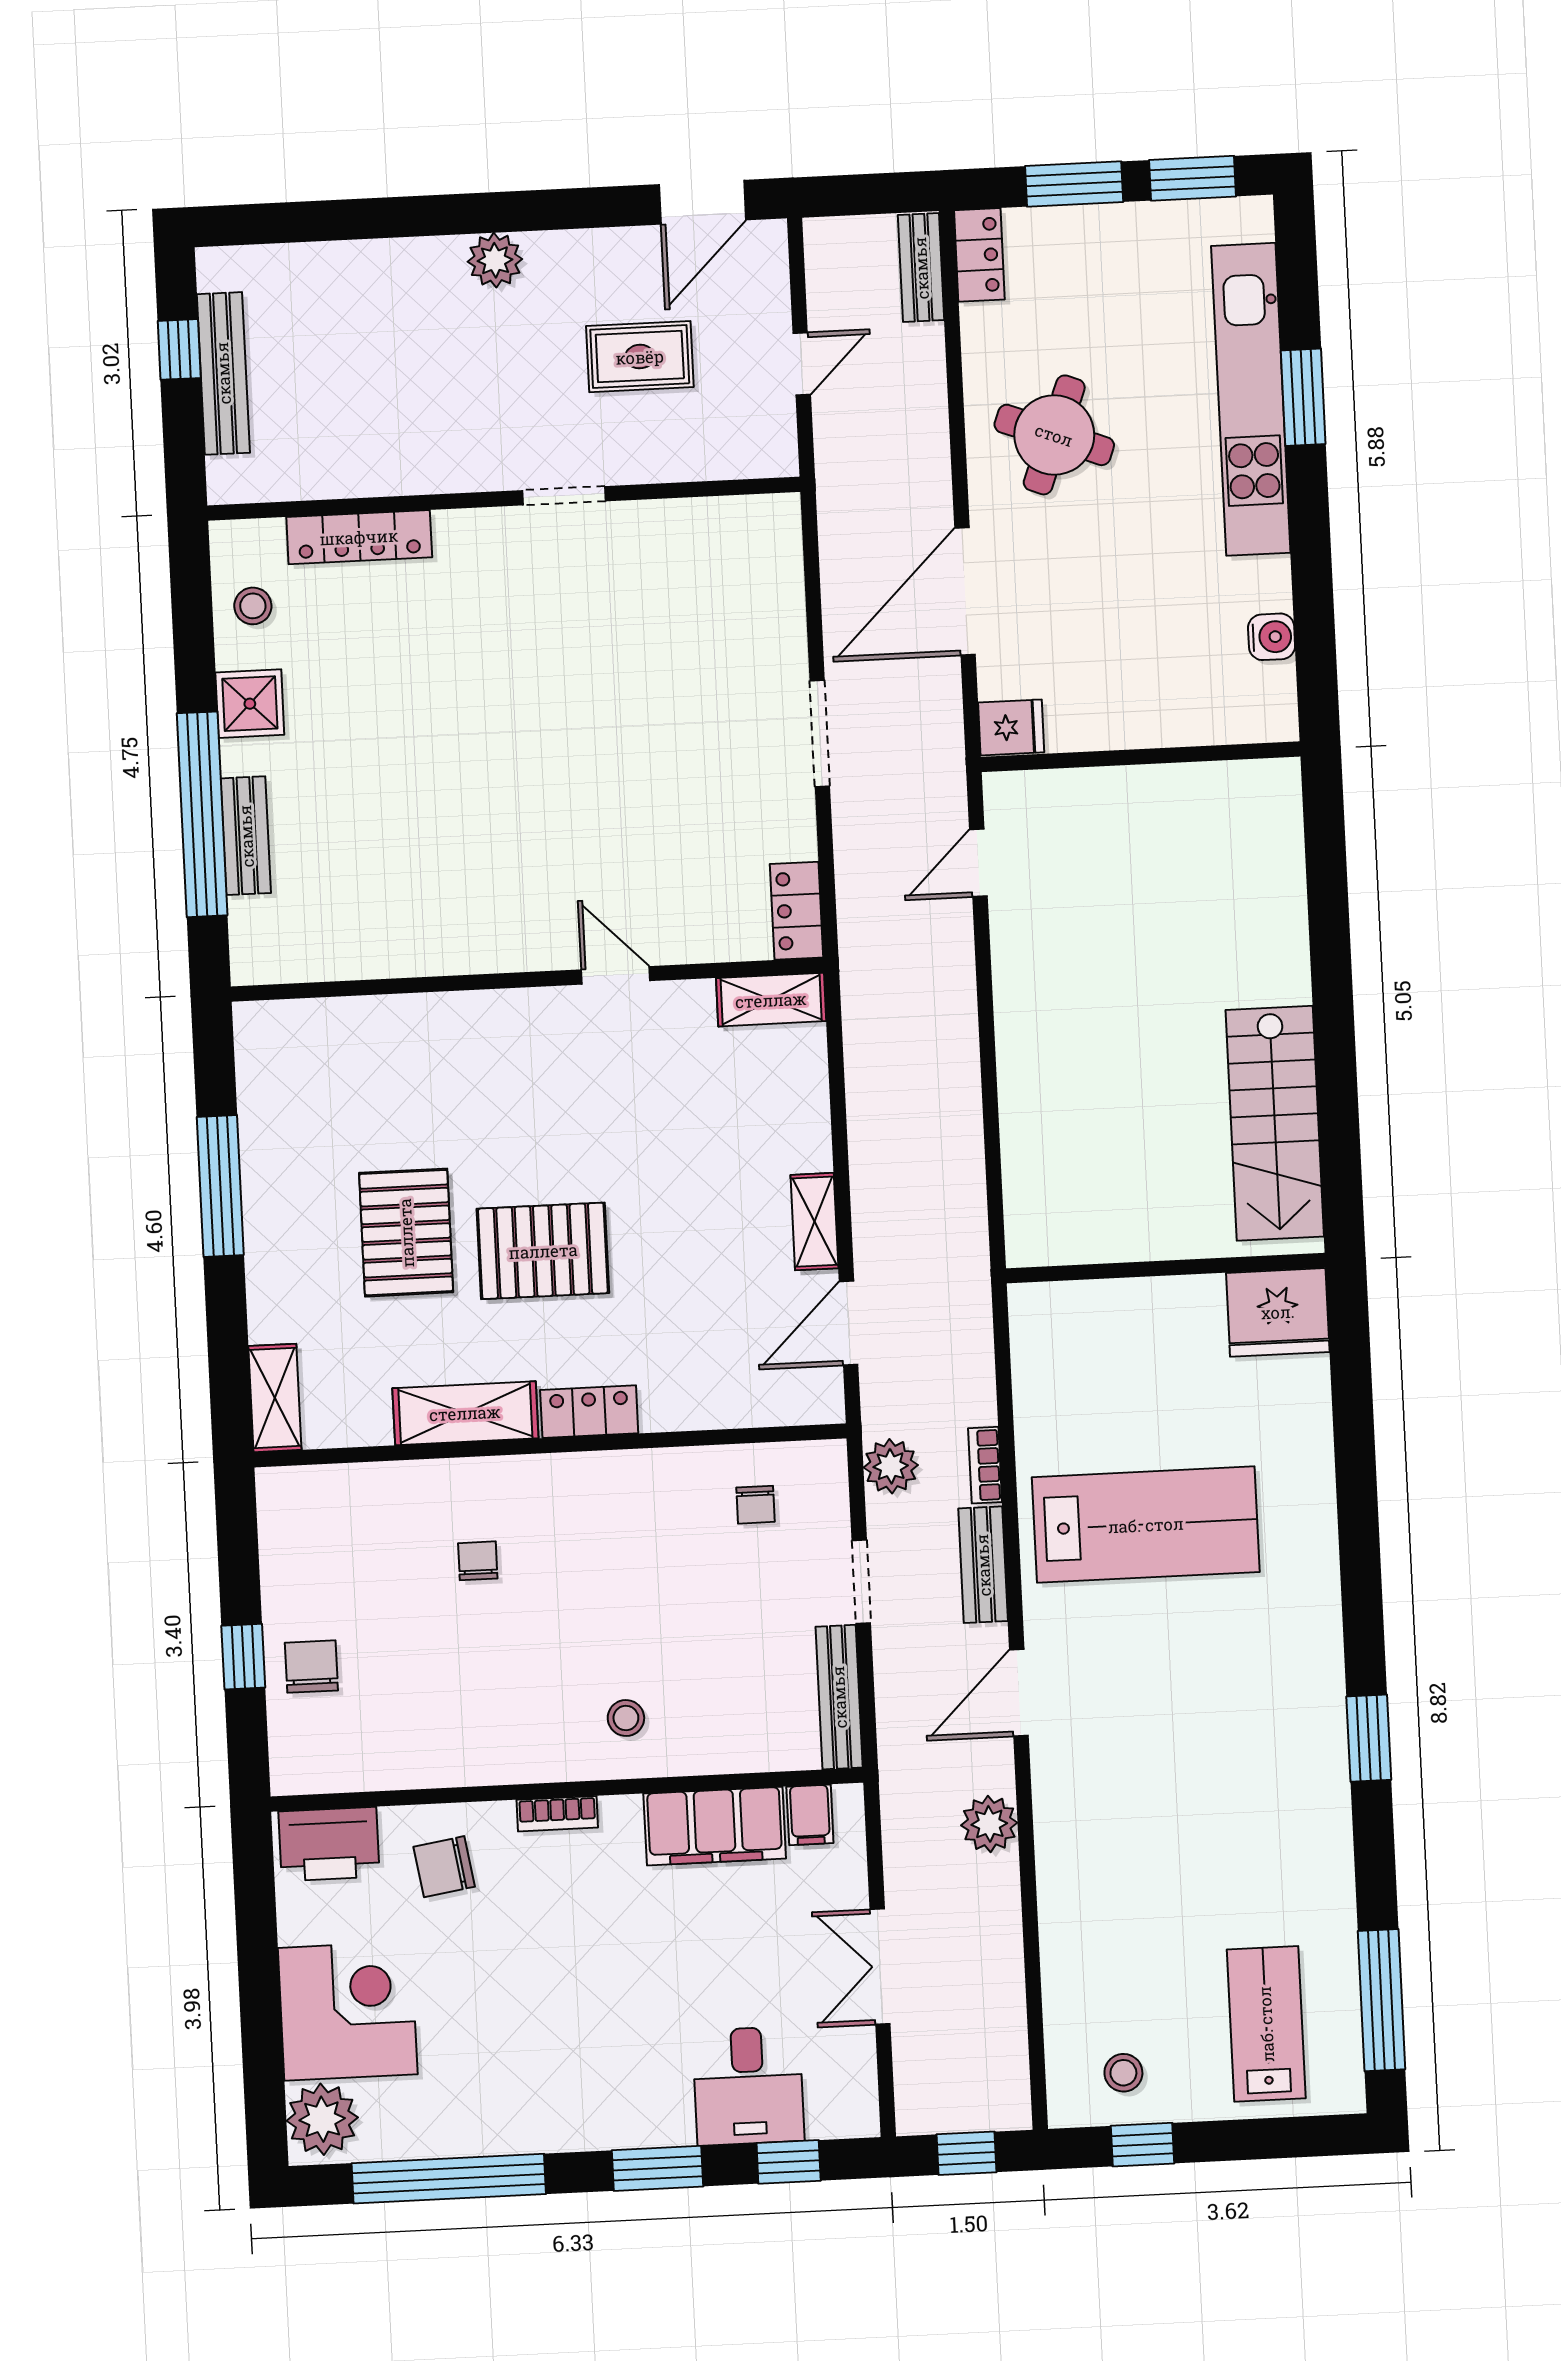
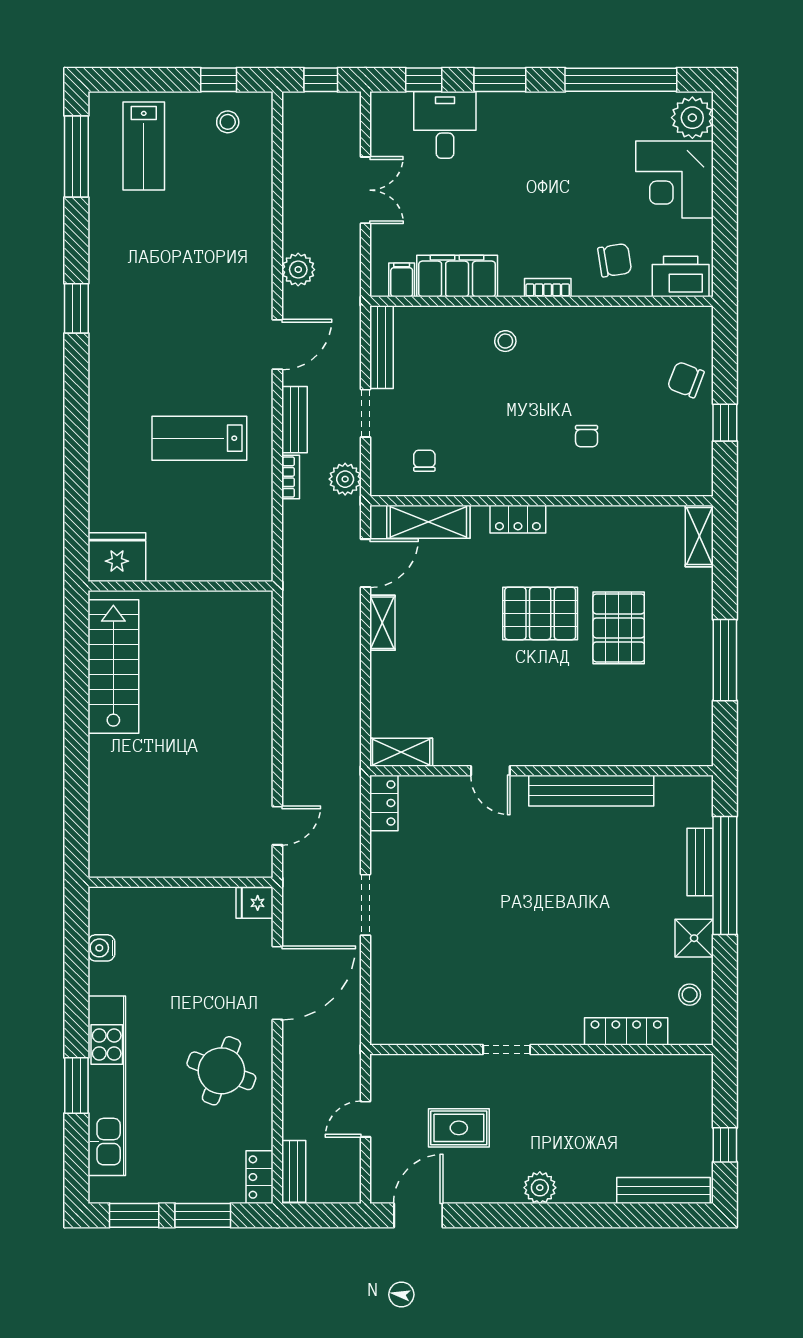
bench: (223, 373) -> (664, 1191), moved, turned 90
bench: (440, 949) -> (591, 791), added
shelving: (465, 1413) -> (428, 522), moved
lab bench: (1146, 1525) -> (199, 438), width x0.73, depth x0.72
window: (243, 1657) -> (725, 423), moved
chair: (311, 1667) -> (686, 380), turned 111

